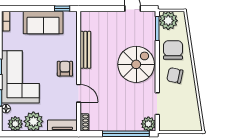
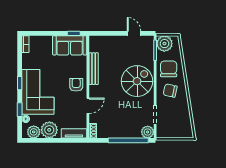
sofa: (43, 23) -> (70, 45), moved
door: (79, 93) -> (88, 106), hinge flipped

